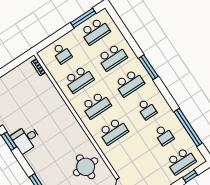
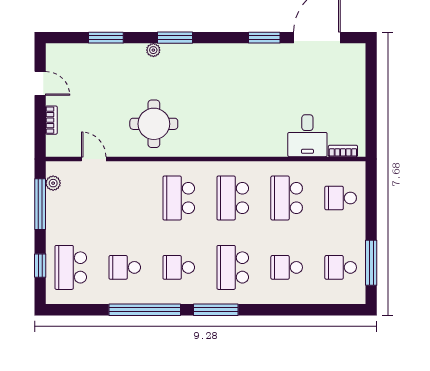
school desk: (95, 31) -> (341, 267), width x0.54
school desk: (112, 57) -> (287, 267), width x0.54
window: (148, 67) -> (216, 310), moved
window: (188, 127) -> (145, 310), moved
desk: (26, 139) -> (307, 136), moved, turned 180

